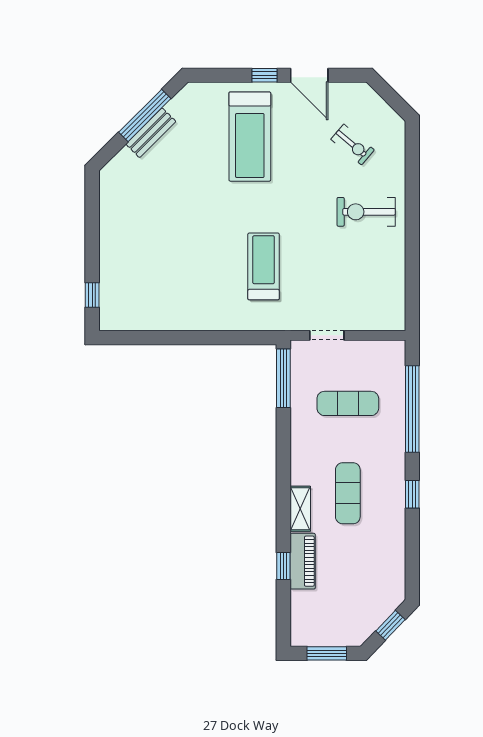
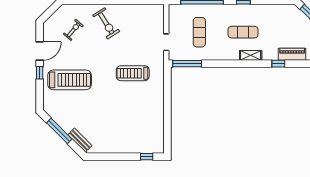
bench: (151, 133) -> (80, 140), moved
exercise bike: (366, 212) -> (106, 23), turned -32
piano: (303, 561) -> (292, 54), moved

